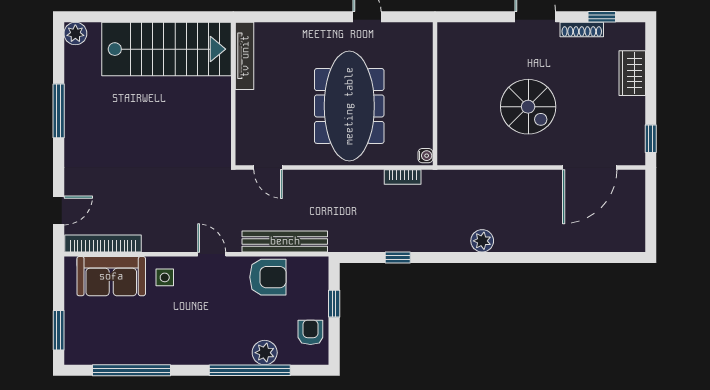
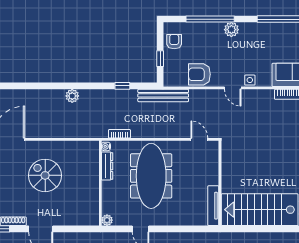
plant: (424, 31) -> (107, 220), added
dresser: (423, 123) -> (107, 166), added
bench: (285, 241) -> (163, 95), moved
side table: (165, 277) -> (250, 80), moved
armchair: (310, 332) -> (174, 42), turned 180
plant: (265, 353) -> (231, 30), moved

